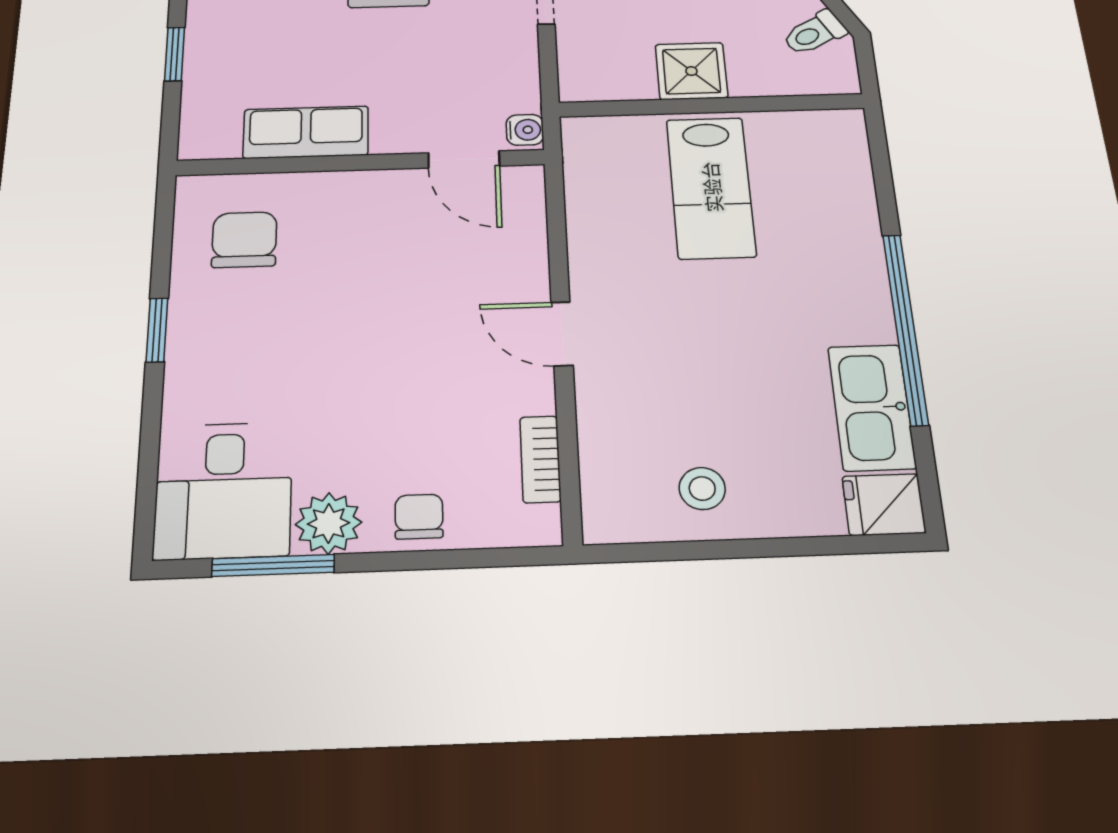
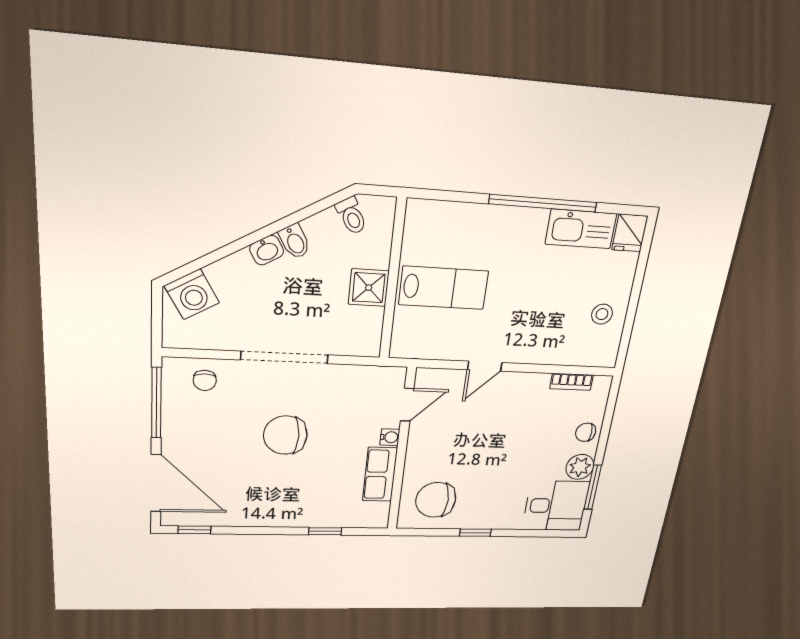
water cooler: (525, 130) -> (390, 437), moved, turned 90
chair: (244, 240) -> (436, 500), width x1.37, depth x1.37
door: (562, 334) -> (485, 366), moved

